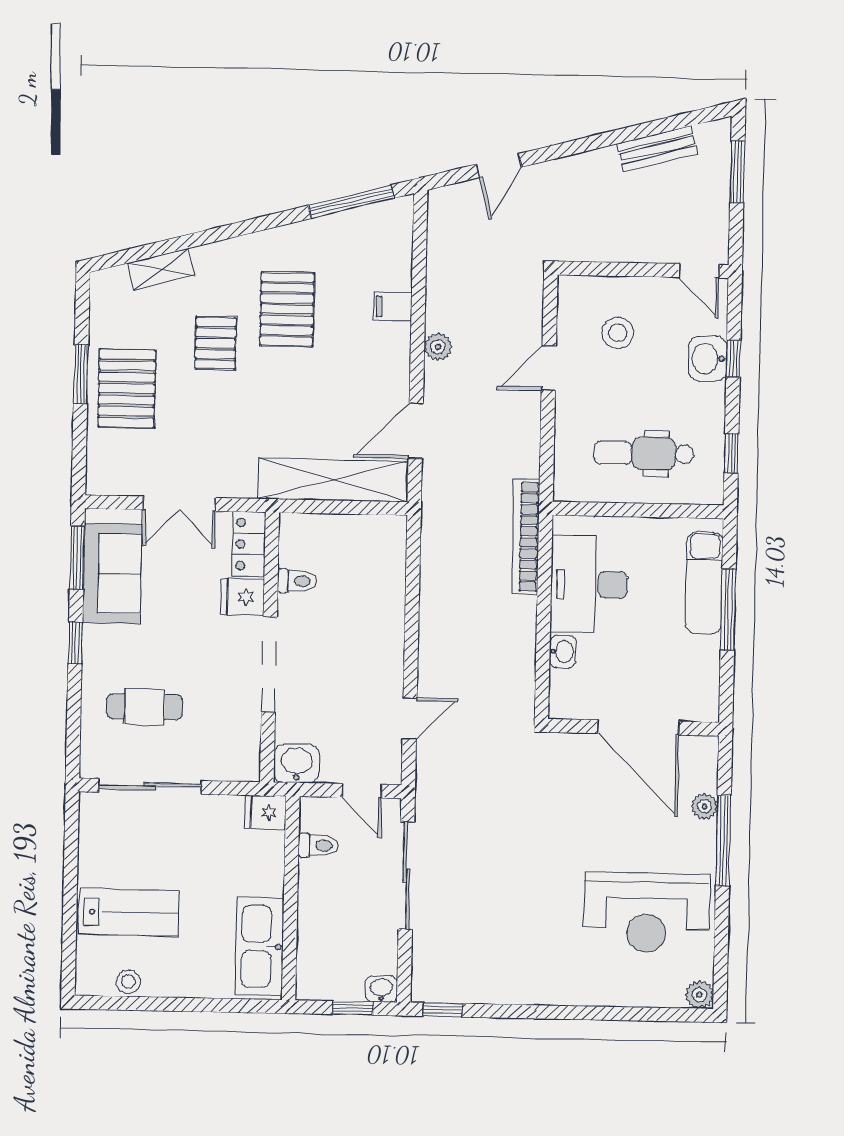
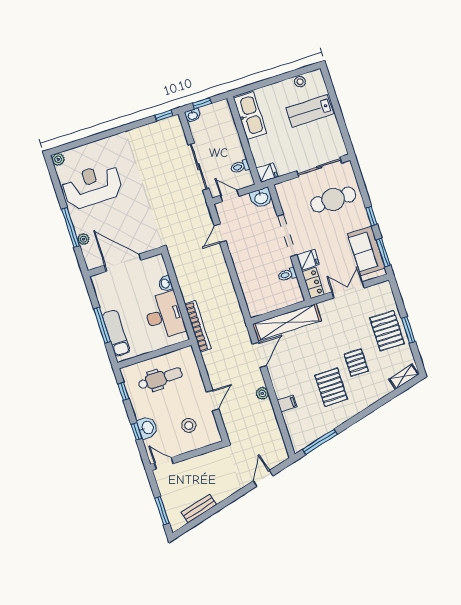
shelving: (161, 269) -> (404, 377), moved
cafe table: (144, 707) -> (333, 200), width x1.37, depth x1.35

